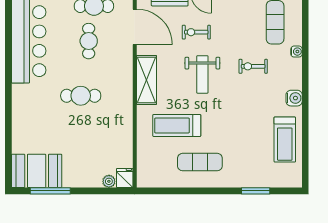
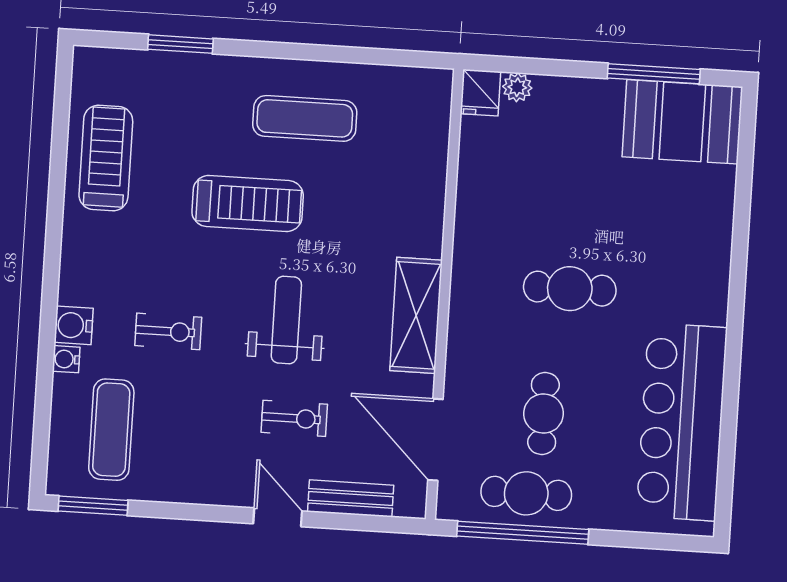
water cooler: (294, 98) -> (74, 325), moved
treadmill: (177, 125) -> (248, 204), moved

